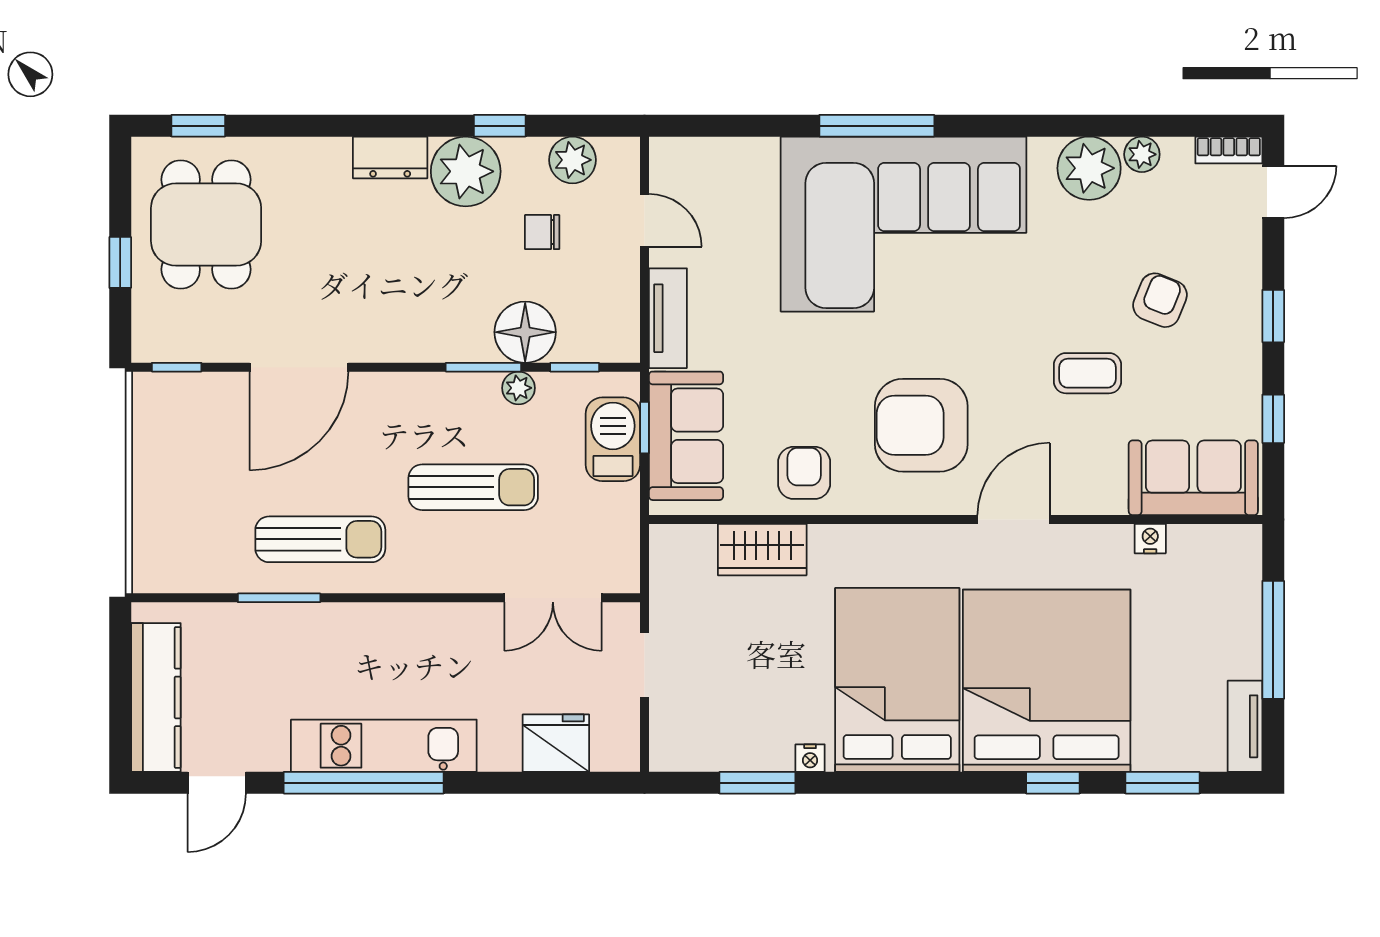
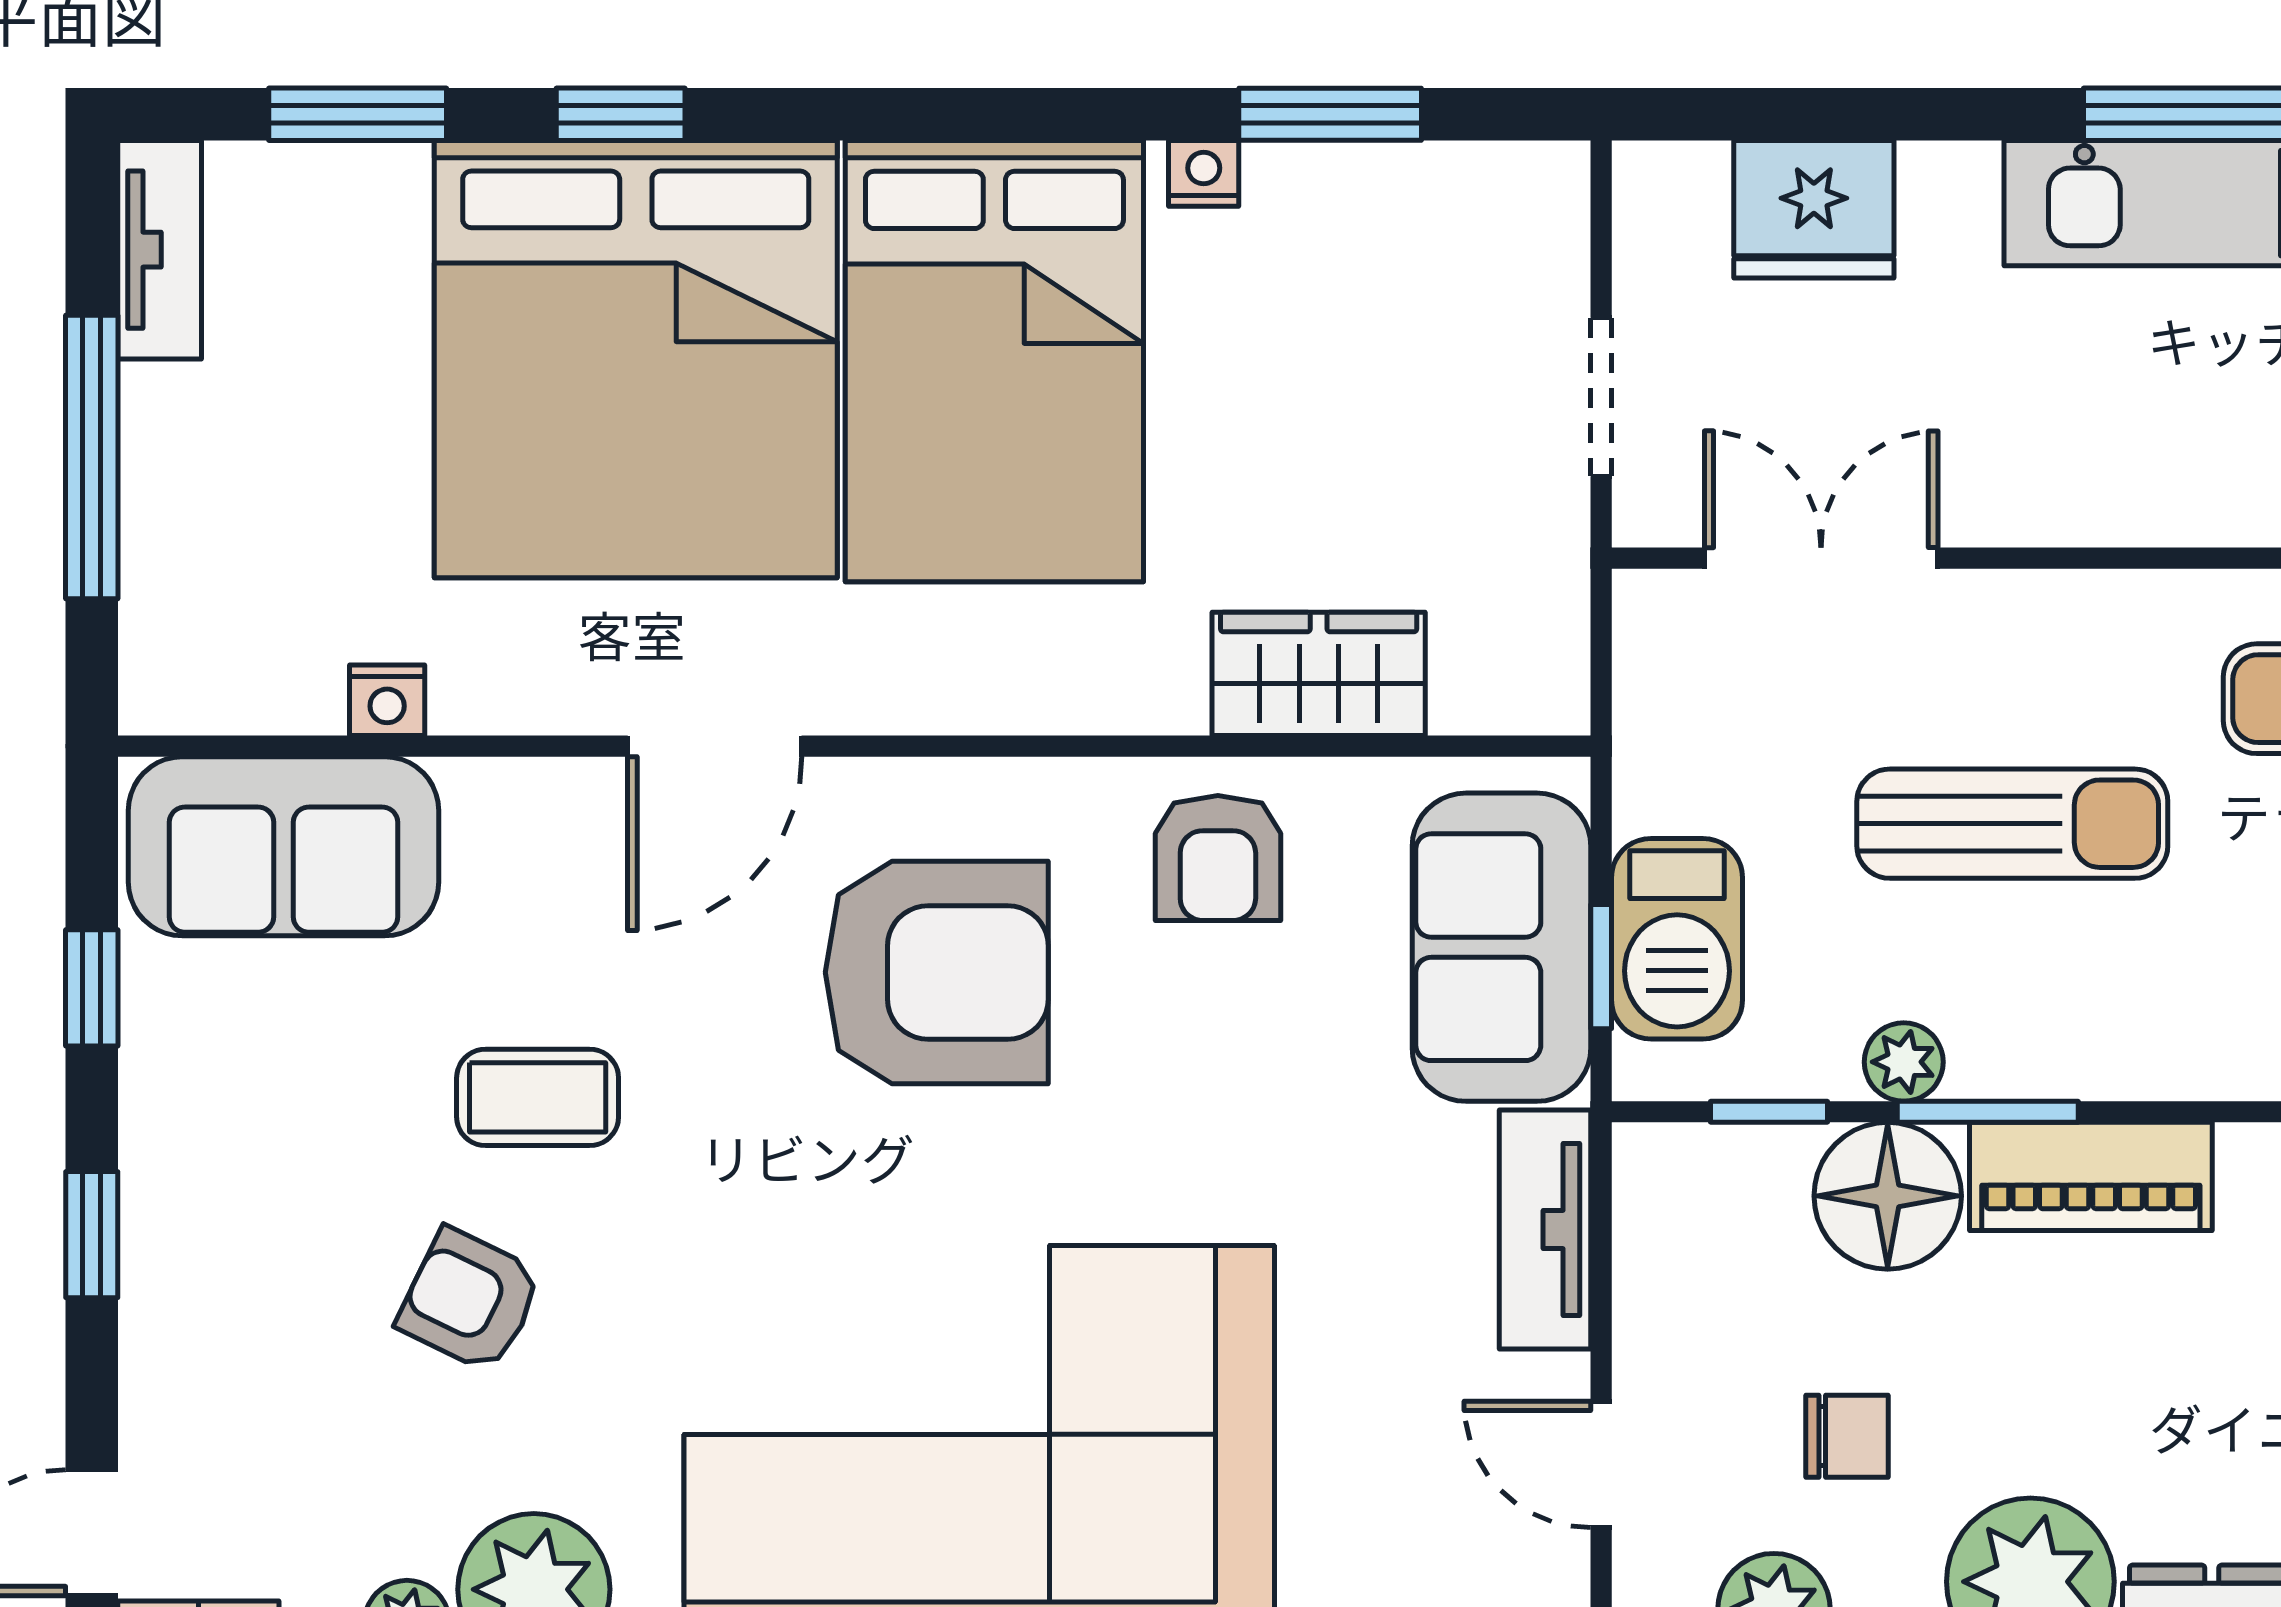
armchair: (1160, 300) -> (470, 1300), moved, turned 94
piano: (441, 340) -> (2091, 1176), added
sun lounger: (473, 487) -> (2012, 824), turned 180

